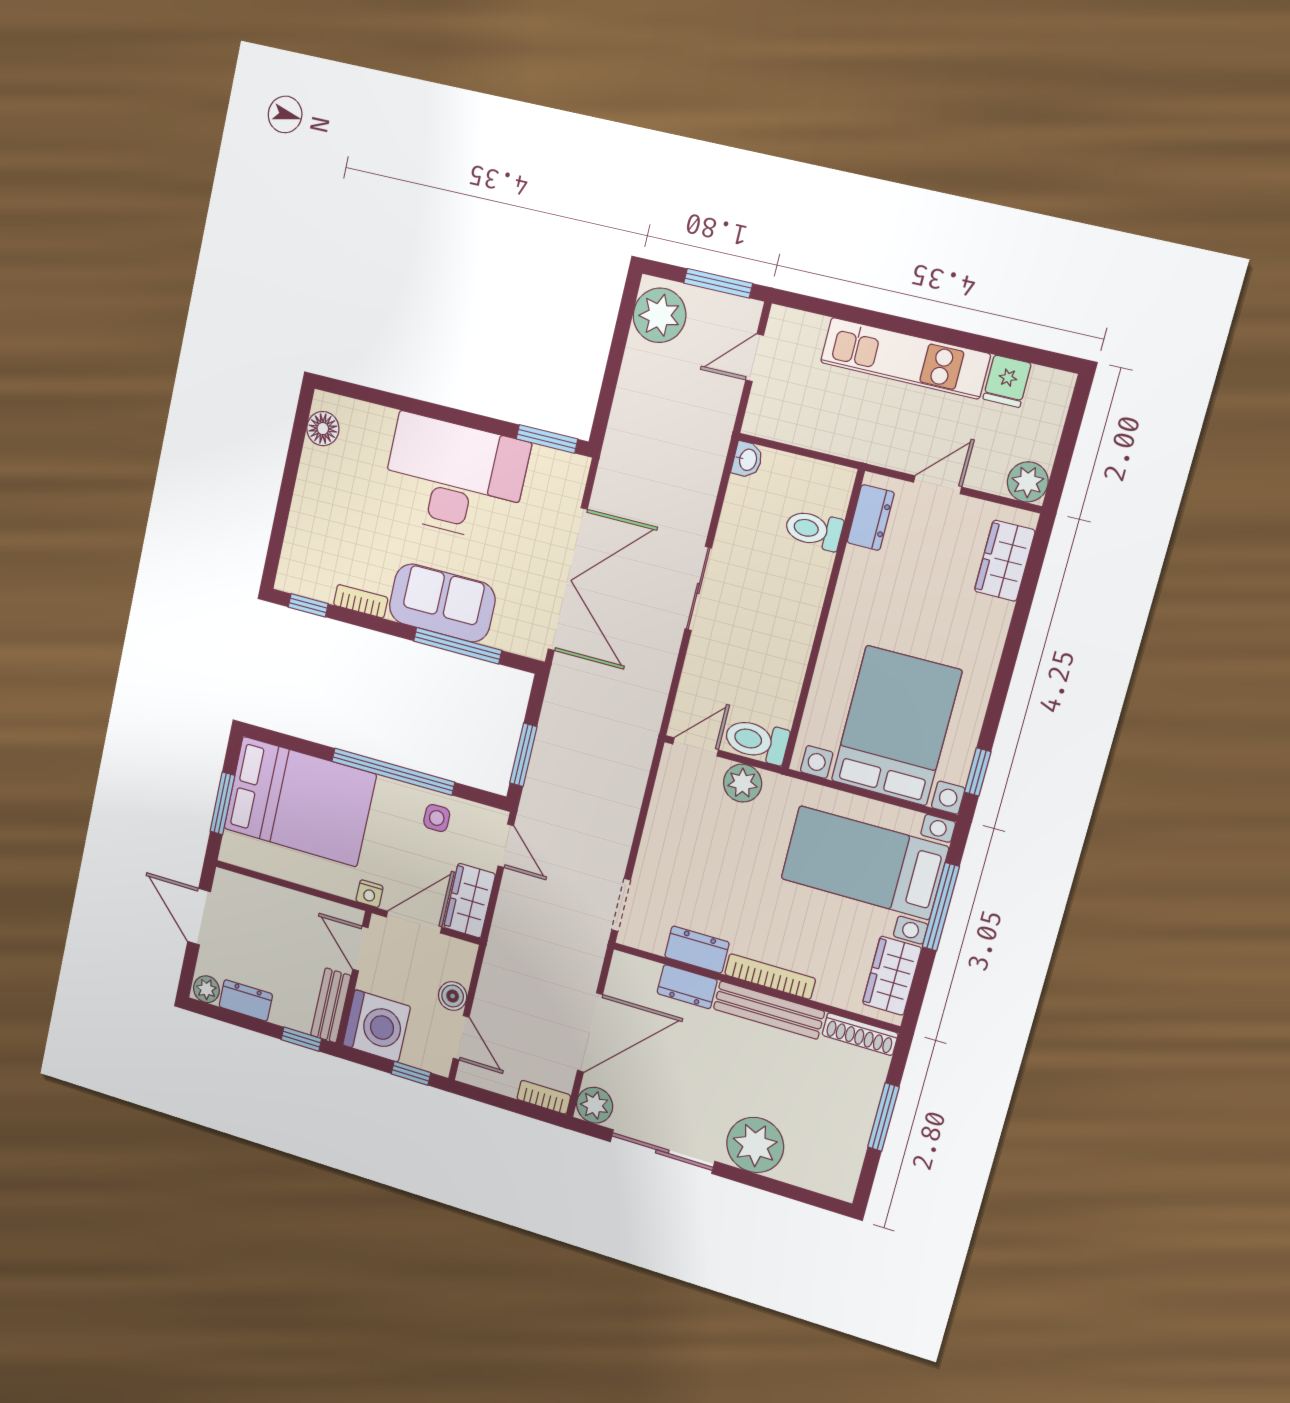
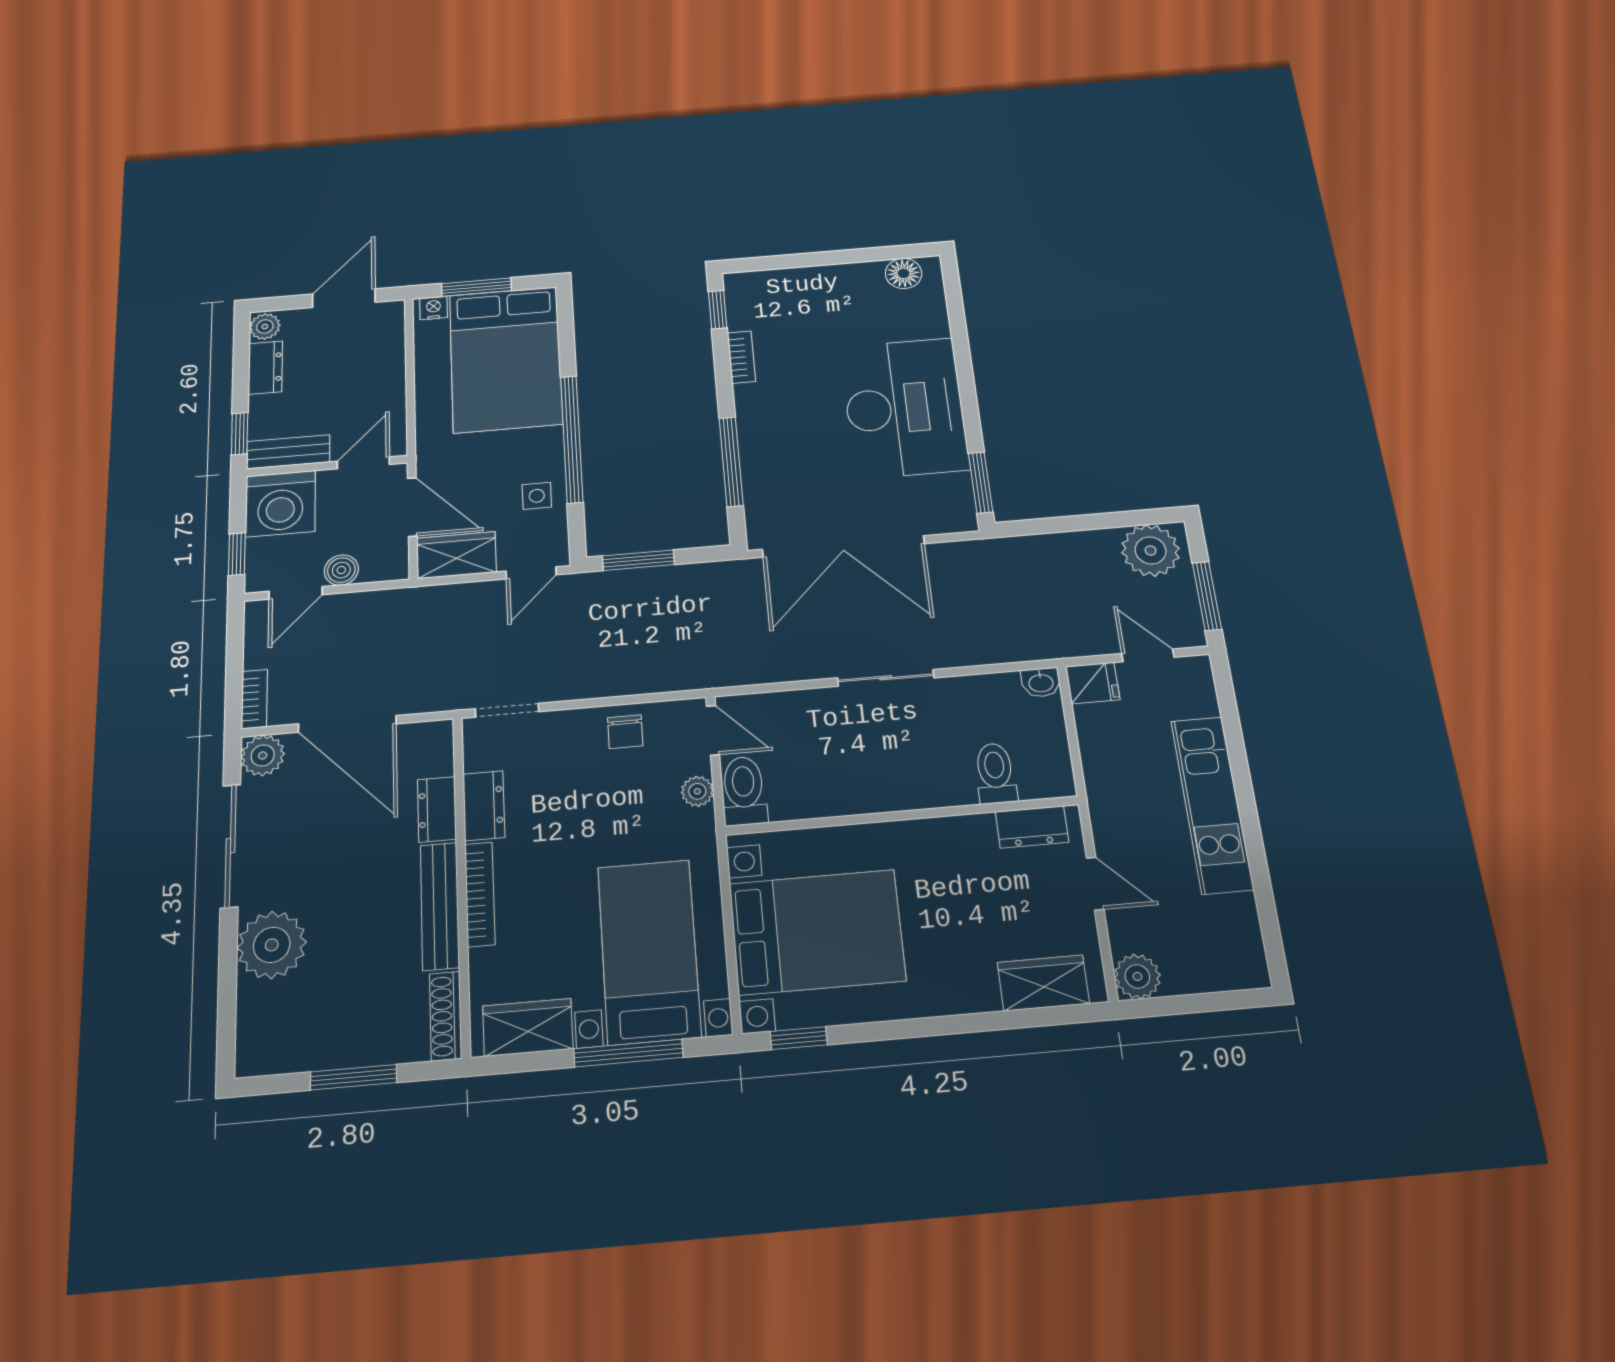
fridge: (1007, 381) -> (1093, 683), moved, turned 180
sofa: (442, 603) -> (770, 434), removed
plant: (743, 783) -> (697, 791), width x0.73, depth x0.73
chair: (672, 818) -> (625, 732), added
nightstand: (370, 894) -> (434, 308), moved, turned 90

